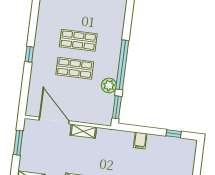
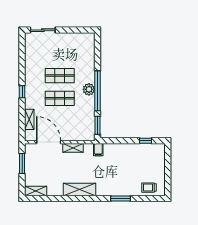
plant: (109, 85) -> (89, 89), moved
shelving: (34, 89) -> (29, 119), added
filing cabinet: (140, 141) -> (98, 150), moved

